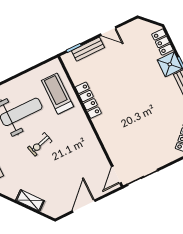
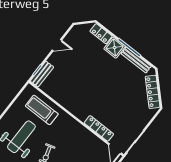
bench: (88, 49) -> (42, 74), moved
locker: (88, 100) -> (99, 128), moved

